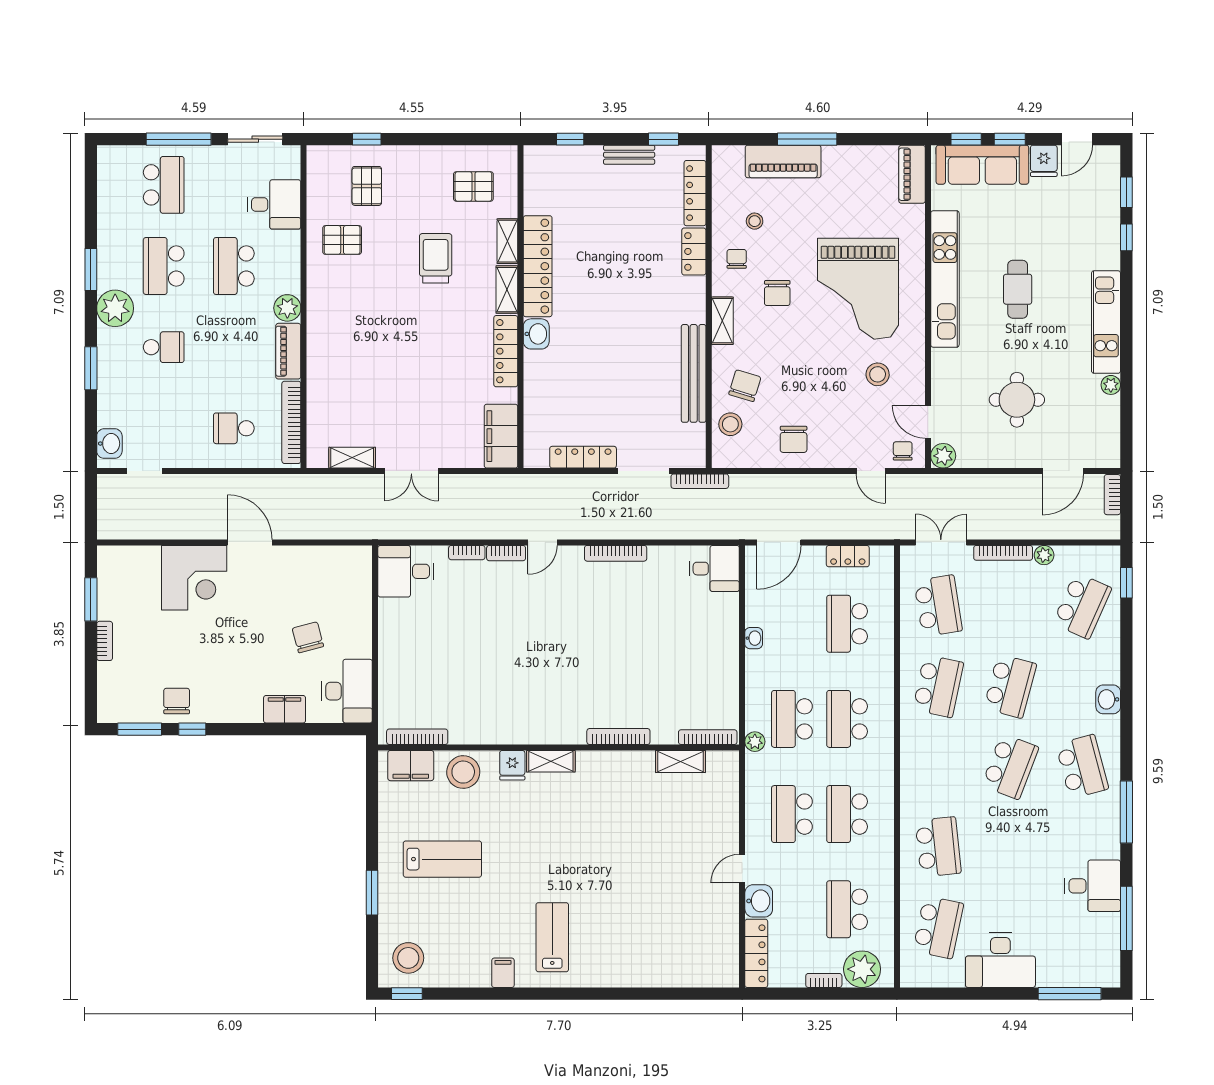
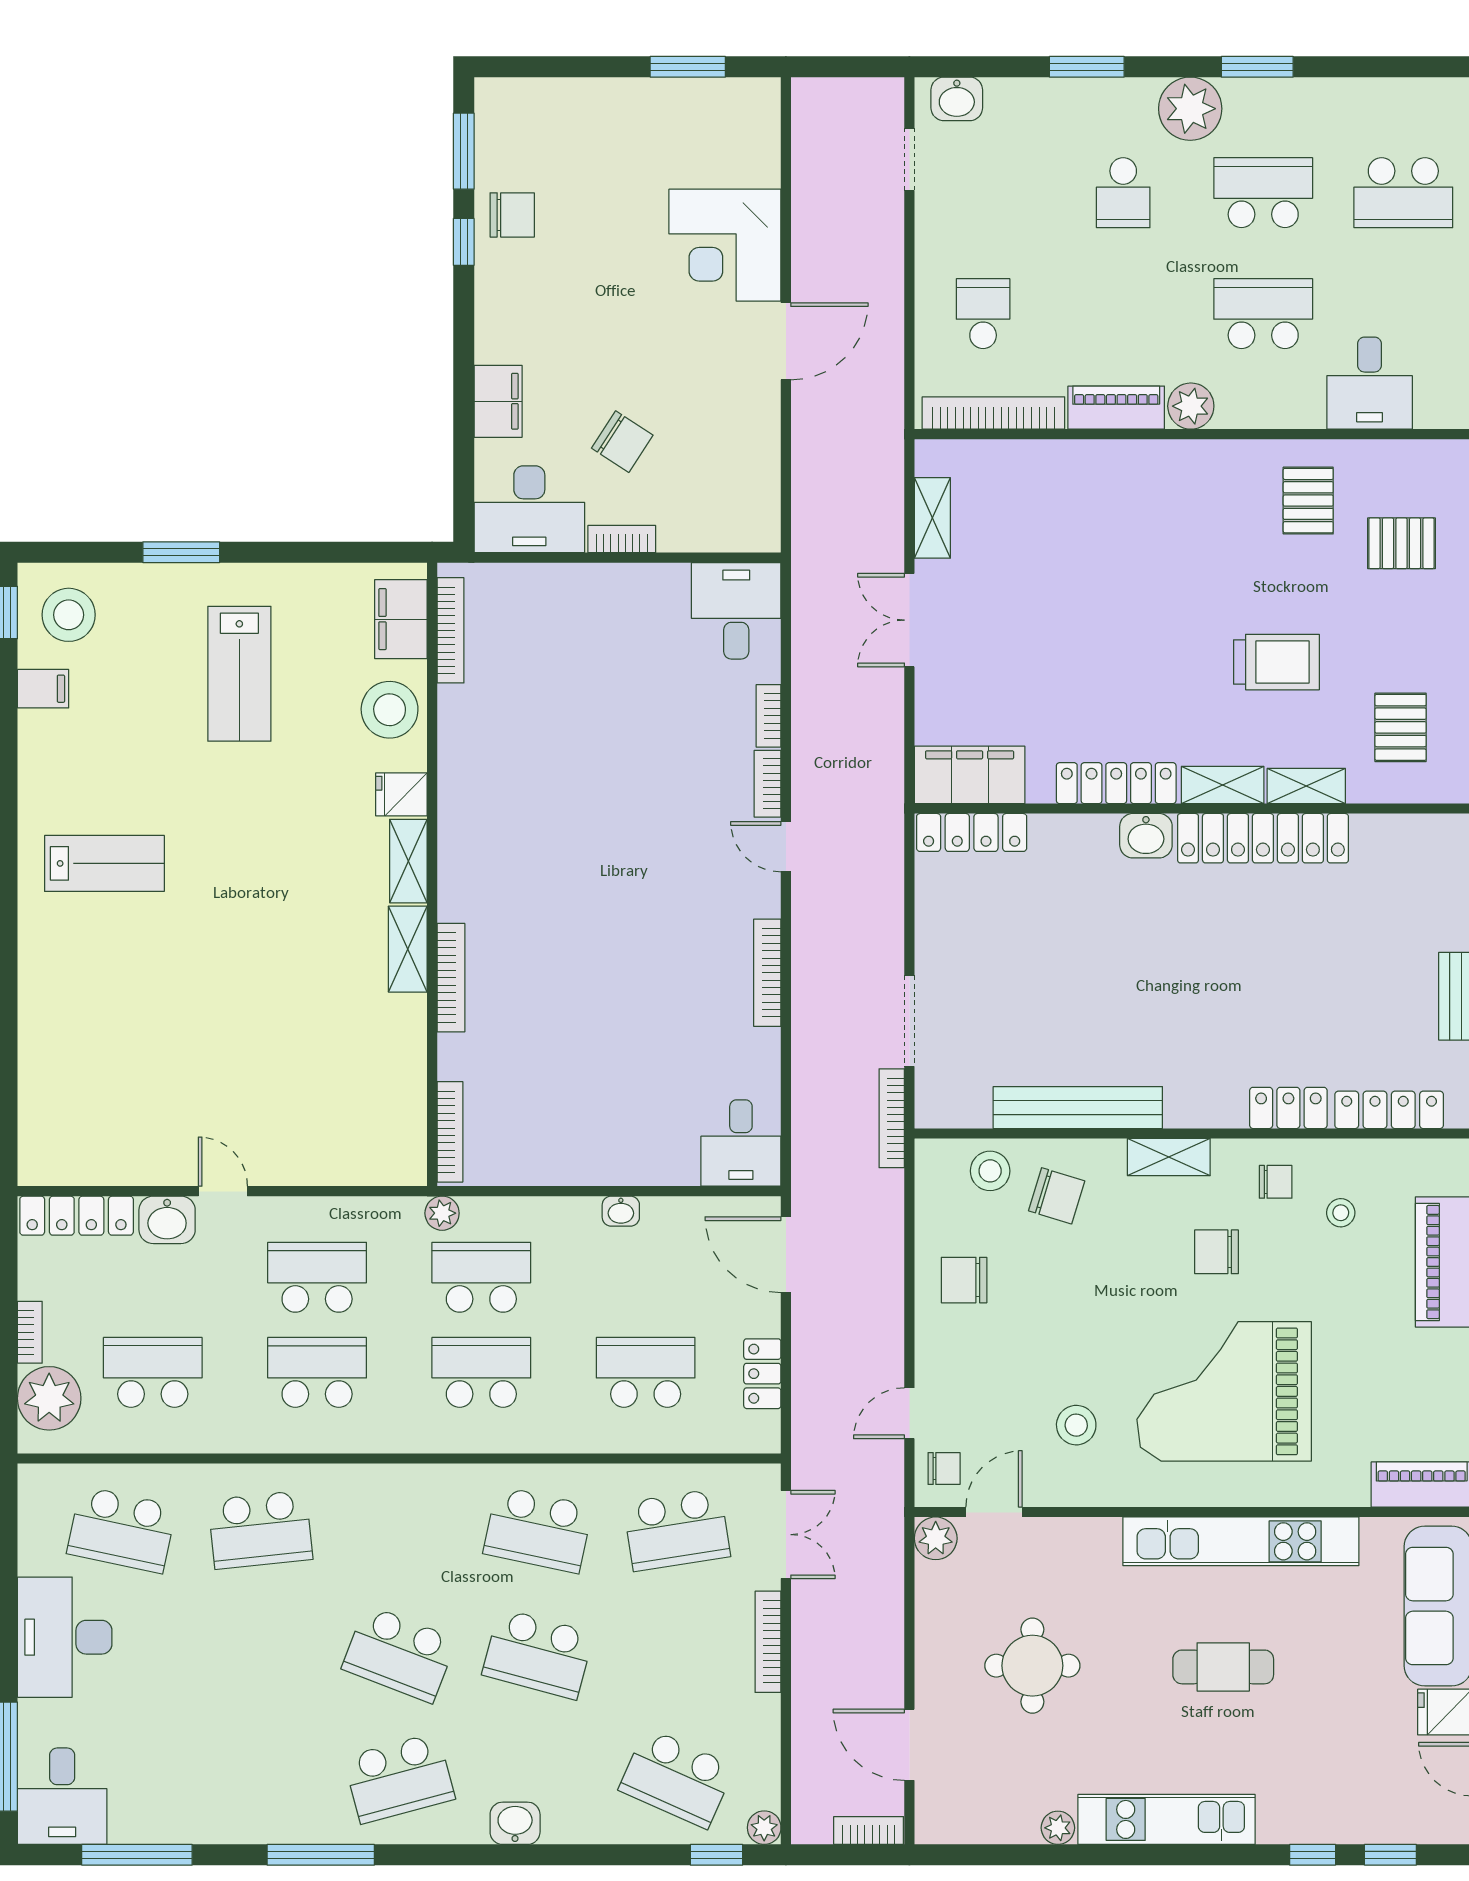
locker: (583, 457) -> (972, 832), moved, turned 90
plant: (1044, 555) -> (764, 1828), moved
chair: (308, 637) -> (622, 442), turned 48
bookcase: (105, 641) -> (622, 539), moved, turned 180
shelving: (680, 761) -> (408, 949), moved
desk: (1093, 886) -> (62, 1796), moved
filing cabinet: (503, 973) -> (43, 689), moved

